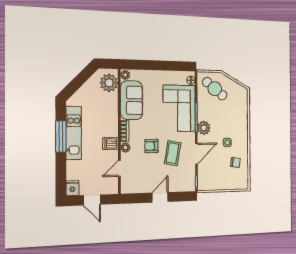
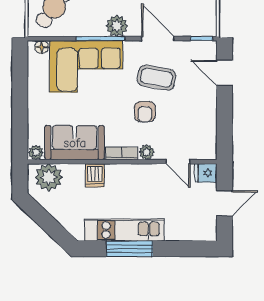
dishwasher: (110, 144) -> (95, 175), moved
fridge: (72, 188) -> (206, 173), moved
door: (160, 197) -> (224, 73), moved

